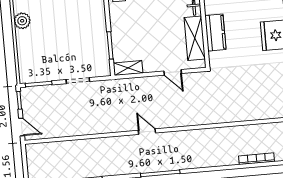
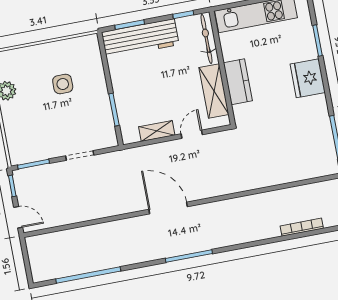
side table: (70, 20) -> (63, 84), added
shelving: (128, 68) -> (157, 131), moved
door: (173, 72) -> (192, 134), swing flipped
door: (147, 132) -> (168, 208), width x1.88

